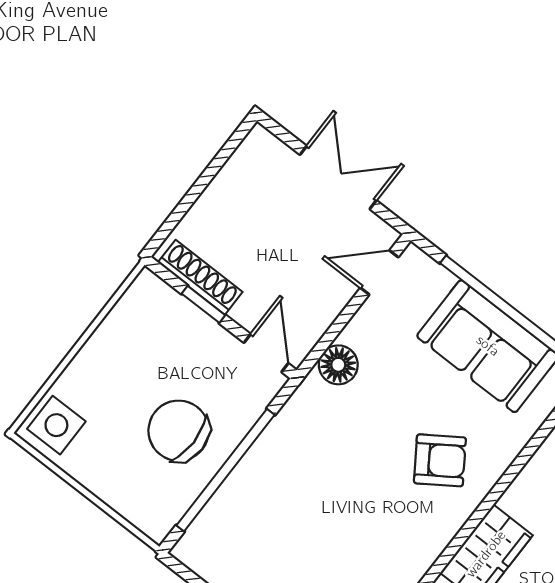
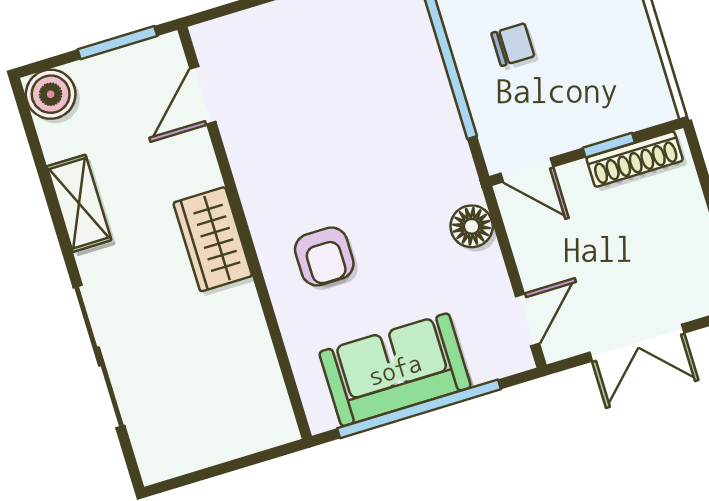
chair: (179, 431) -> (513, 45), width x0.54, depth x0.54
armchair: (440, 460) -> (324, 257), turned -56

